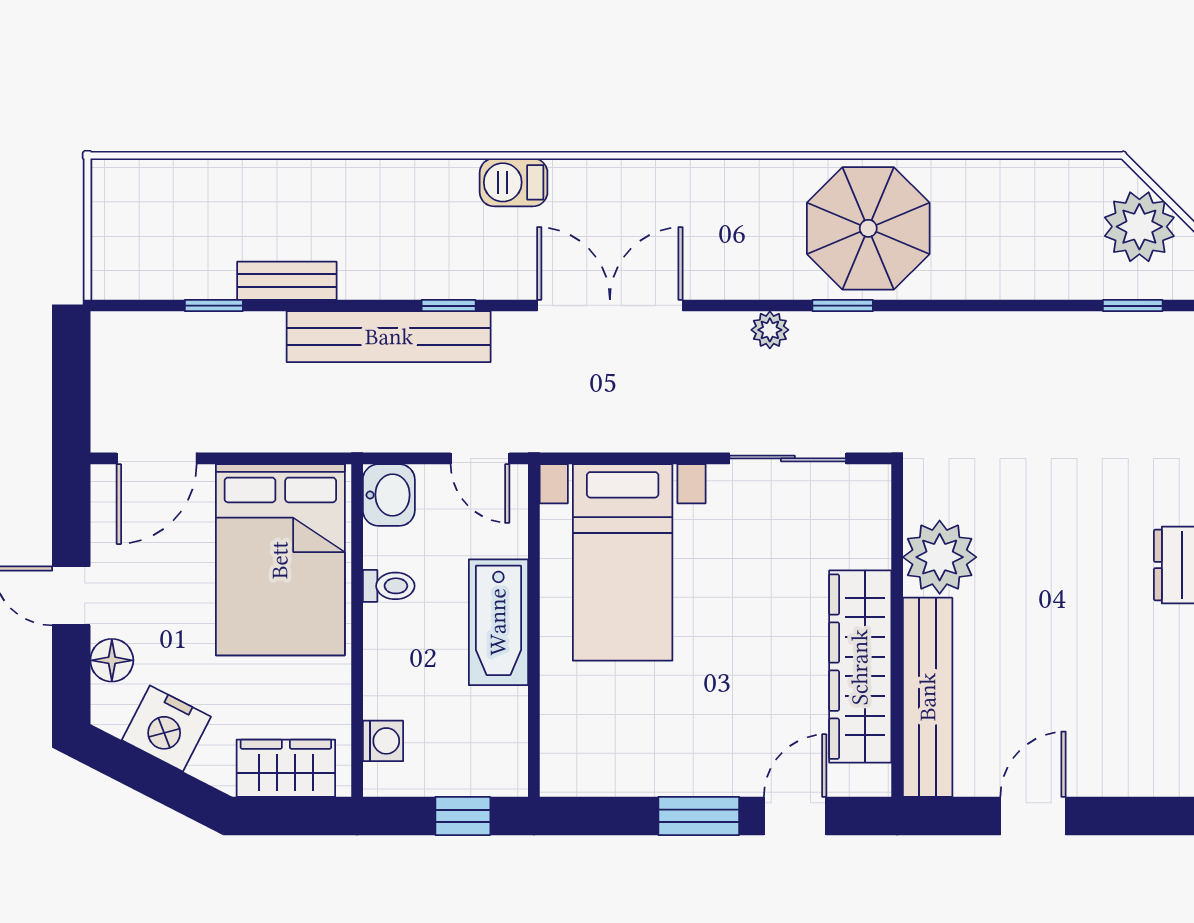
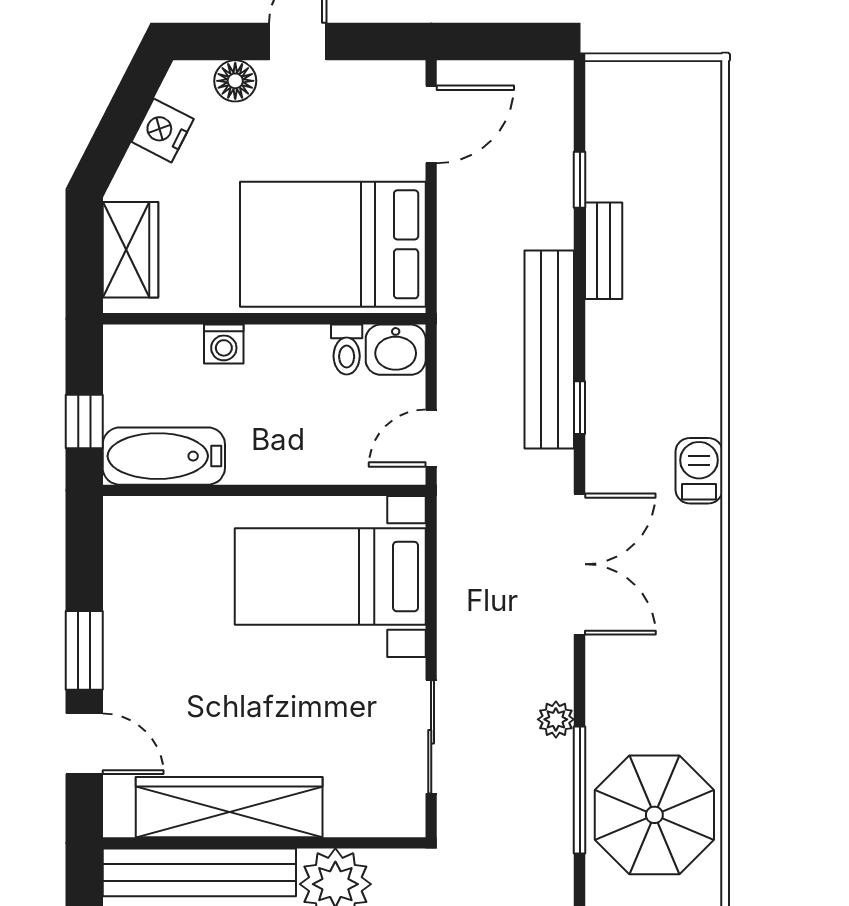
window: (843, 306) -> (580, 790), width x2.17
door: (157, 458) -> (431, 124), swing flipped
toilet: (389, 586) -> (347, 349), moved
bathtub: (498, 622) -> (164, 456), moved
nightstand: (166, 728) -> (163, 130), width x0.74, depth x0.75
washing machine: (383, 741) -> (224, 344), moved

